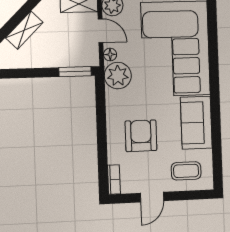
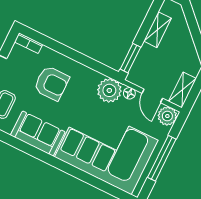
shelving: (24, 30) -> (157, 30), moved, turned 45
door: (101, 31) -> (152, 96), hinge flipped

